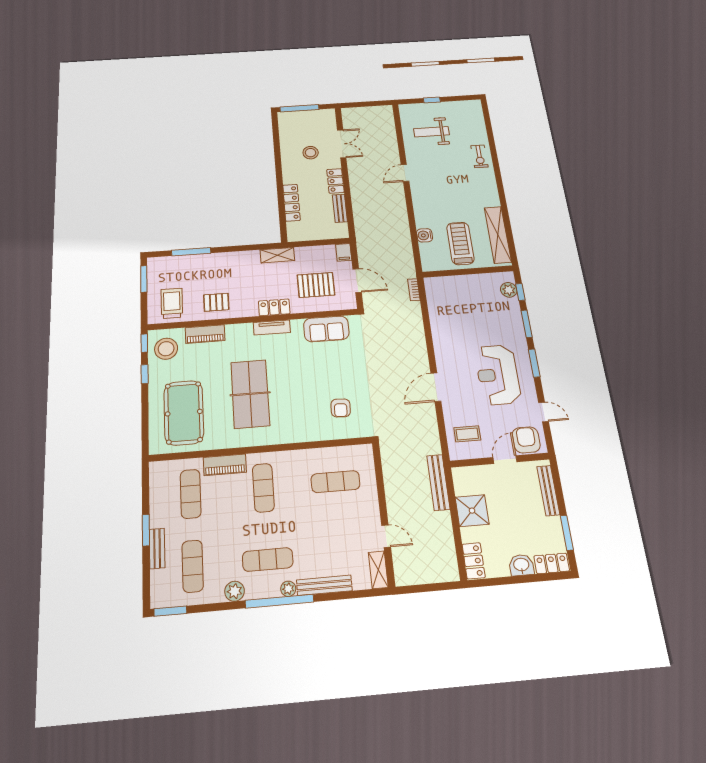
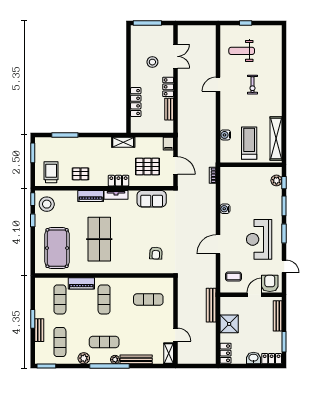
exercise bike: (479, 156) -> (252, 85), moved
piano: (205, 334) -> (91, 196), moved
water cooler: (439, 335) -> (225, 209), added

